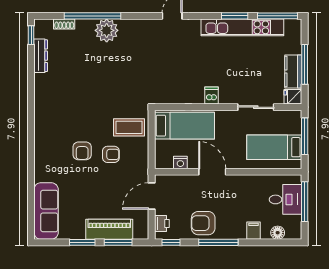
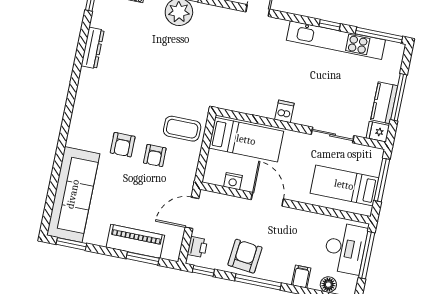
window: (235, 16) -> (330, 25), width x0.67
dresser: (41, 56) -> (93, 48), moved
armchair: (111, 154) -> (155, 156), turned 90
desk: (285, 199) -> (345, 248), width x1.37
sofa: (46, 211) -> (73, 194), width x1.36, depth x1.27
armchair: (203, 223) -> (245, 256), turned 96
window: (82, 242) -> (71, 244), moved

